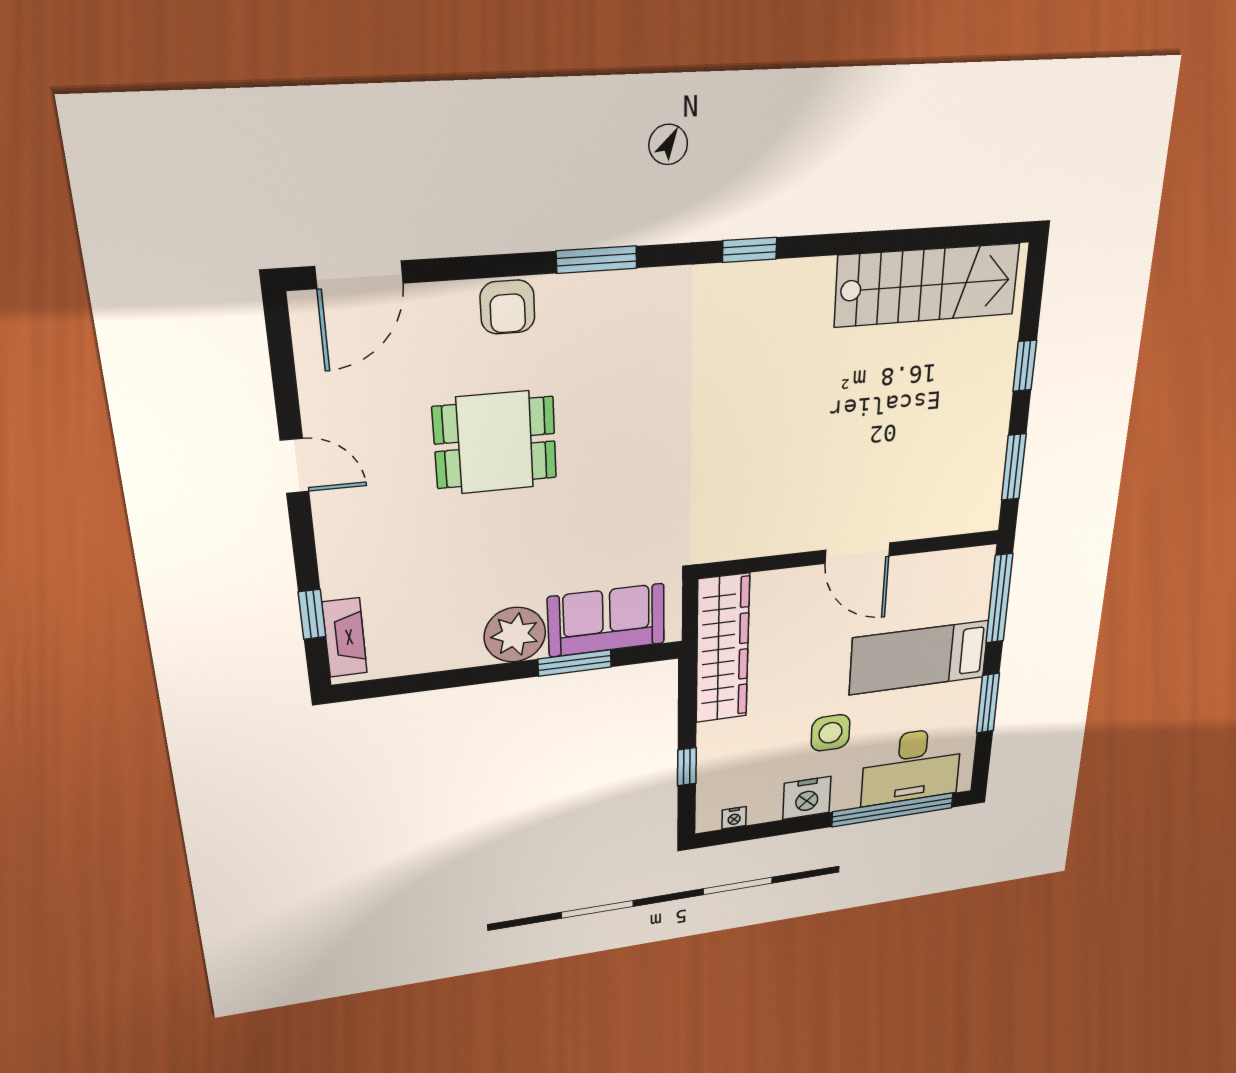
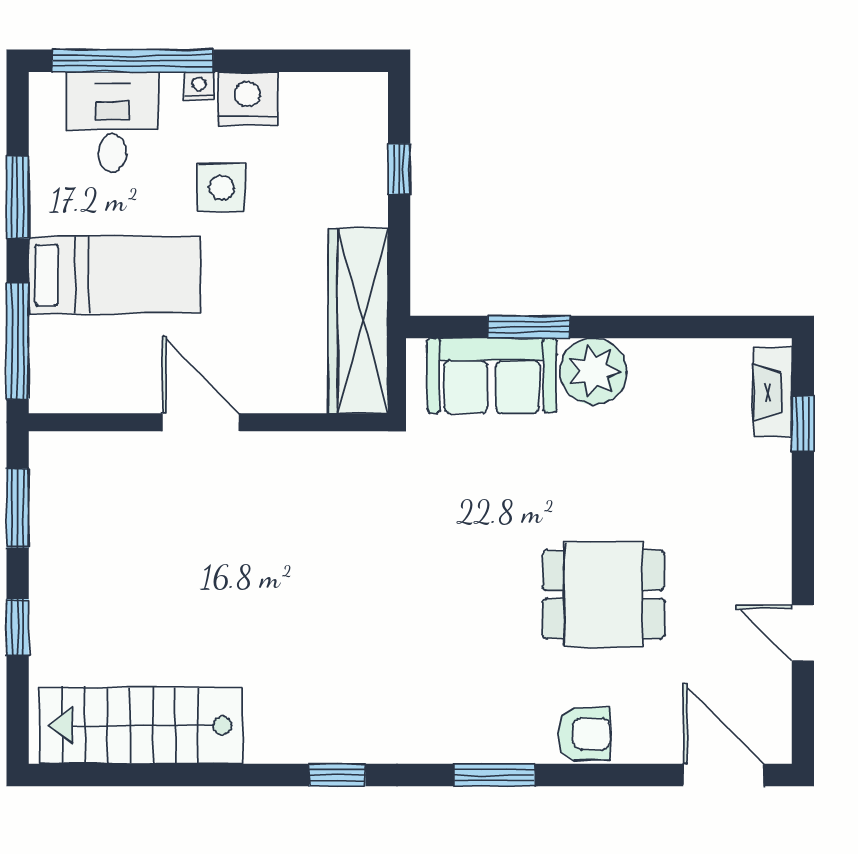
door: (359, 275) -> (723, 775), hinge flipped
armchair: (507, 307) -> (584, 734), turned 90
door: (295, 466) -> (803, 633), moved
desk: (911, 766) -> (112, 122), width x0.73
nightstand: (734, 818) -> (199, 86), moved

